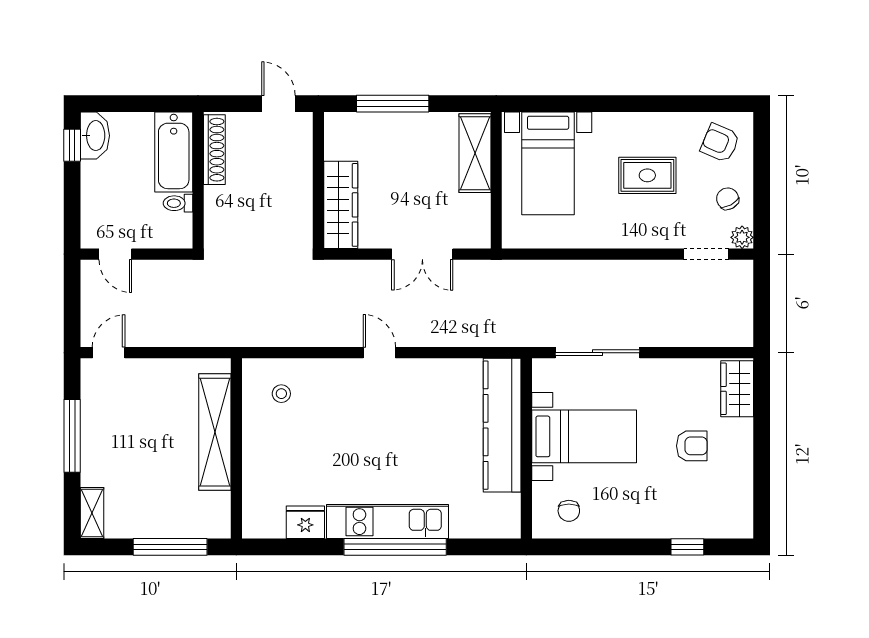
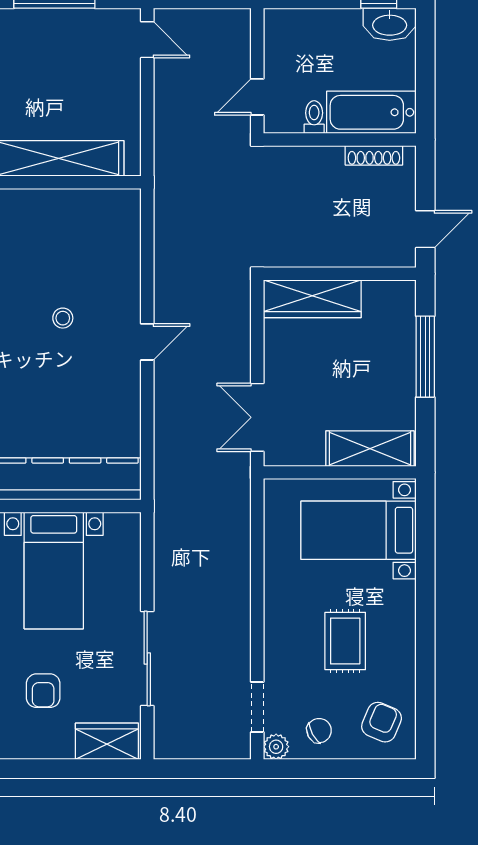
shoe rack: (214, 150) -> (374, 155), width x0.74, depth x0.81
door: (115, 254) -> (257, 97), moved
double door: (422, 254) -> (257, 417), moved
sliding door: (598, 353) -> (147, 658), moved
stool: (281, 394) -> (63, 318), moved

